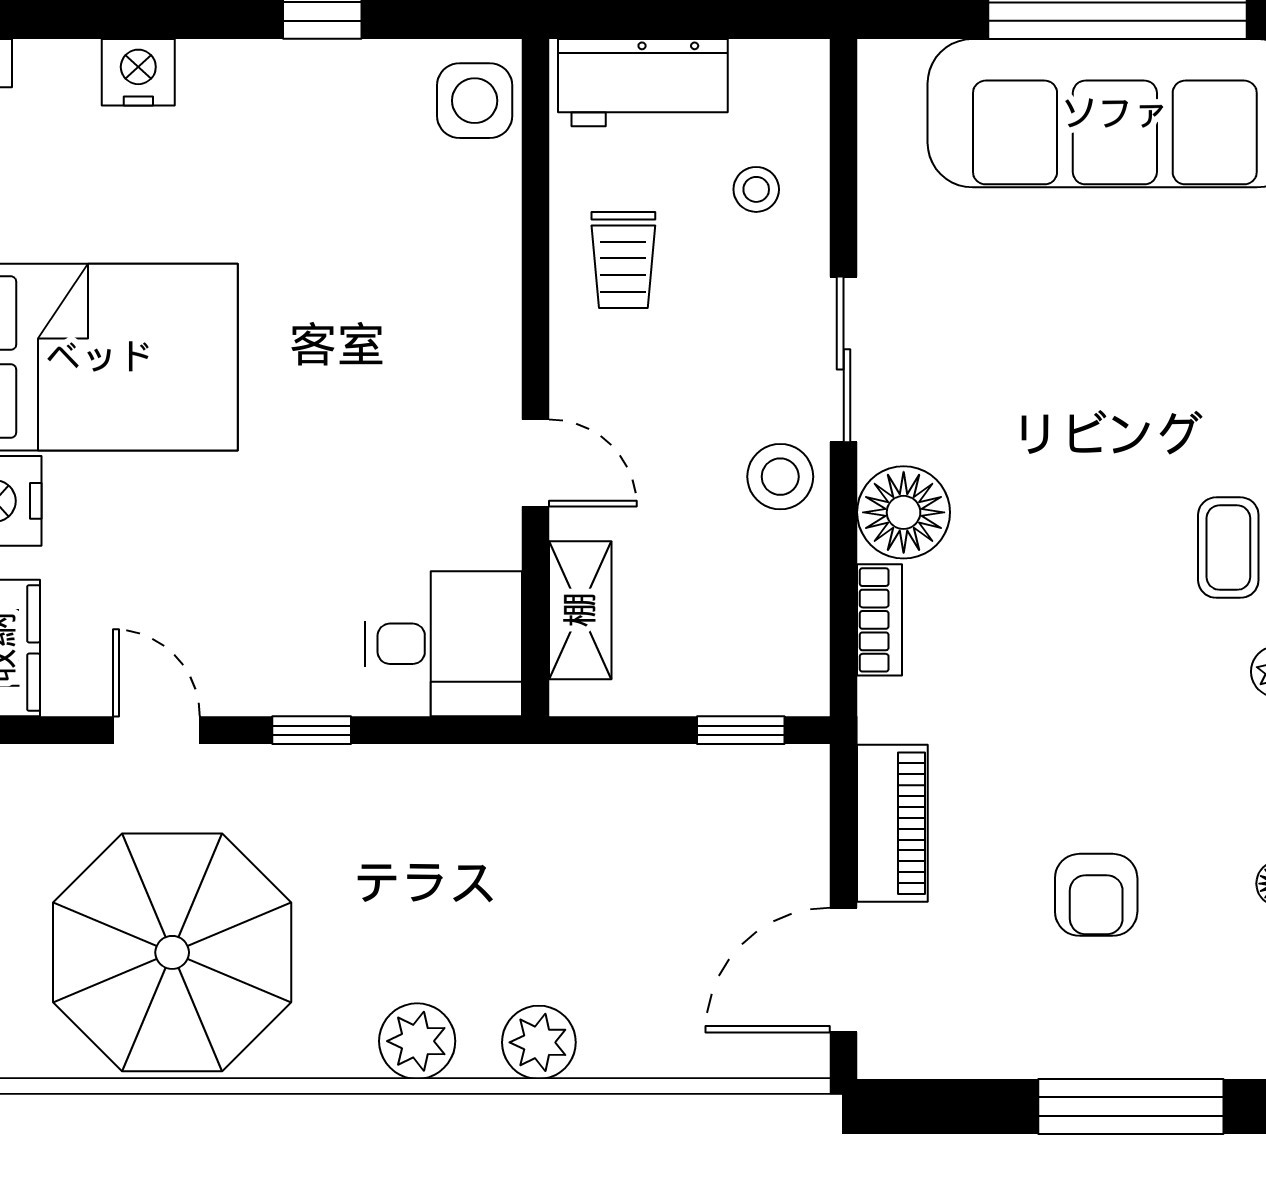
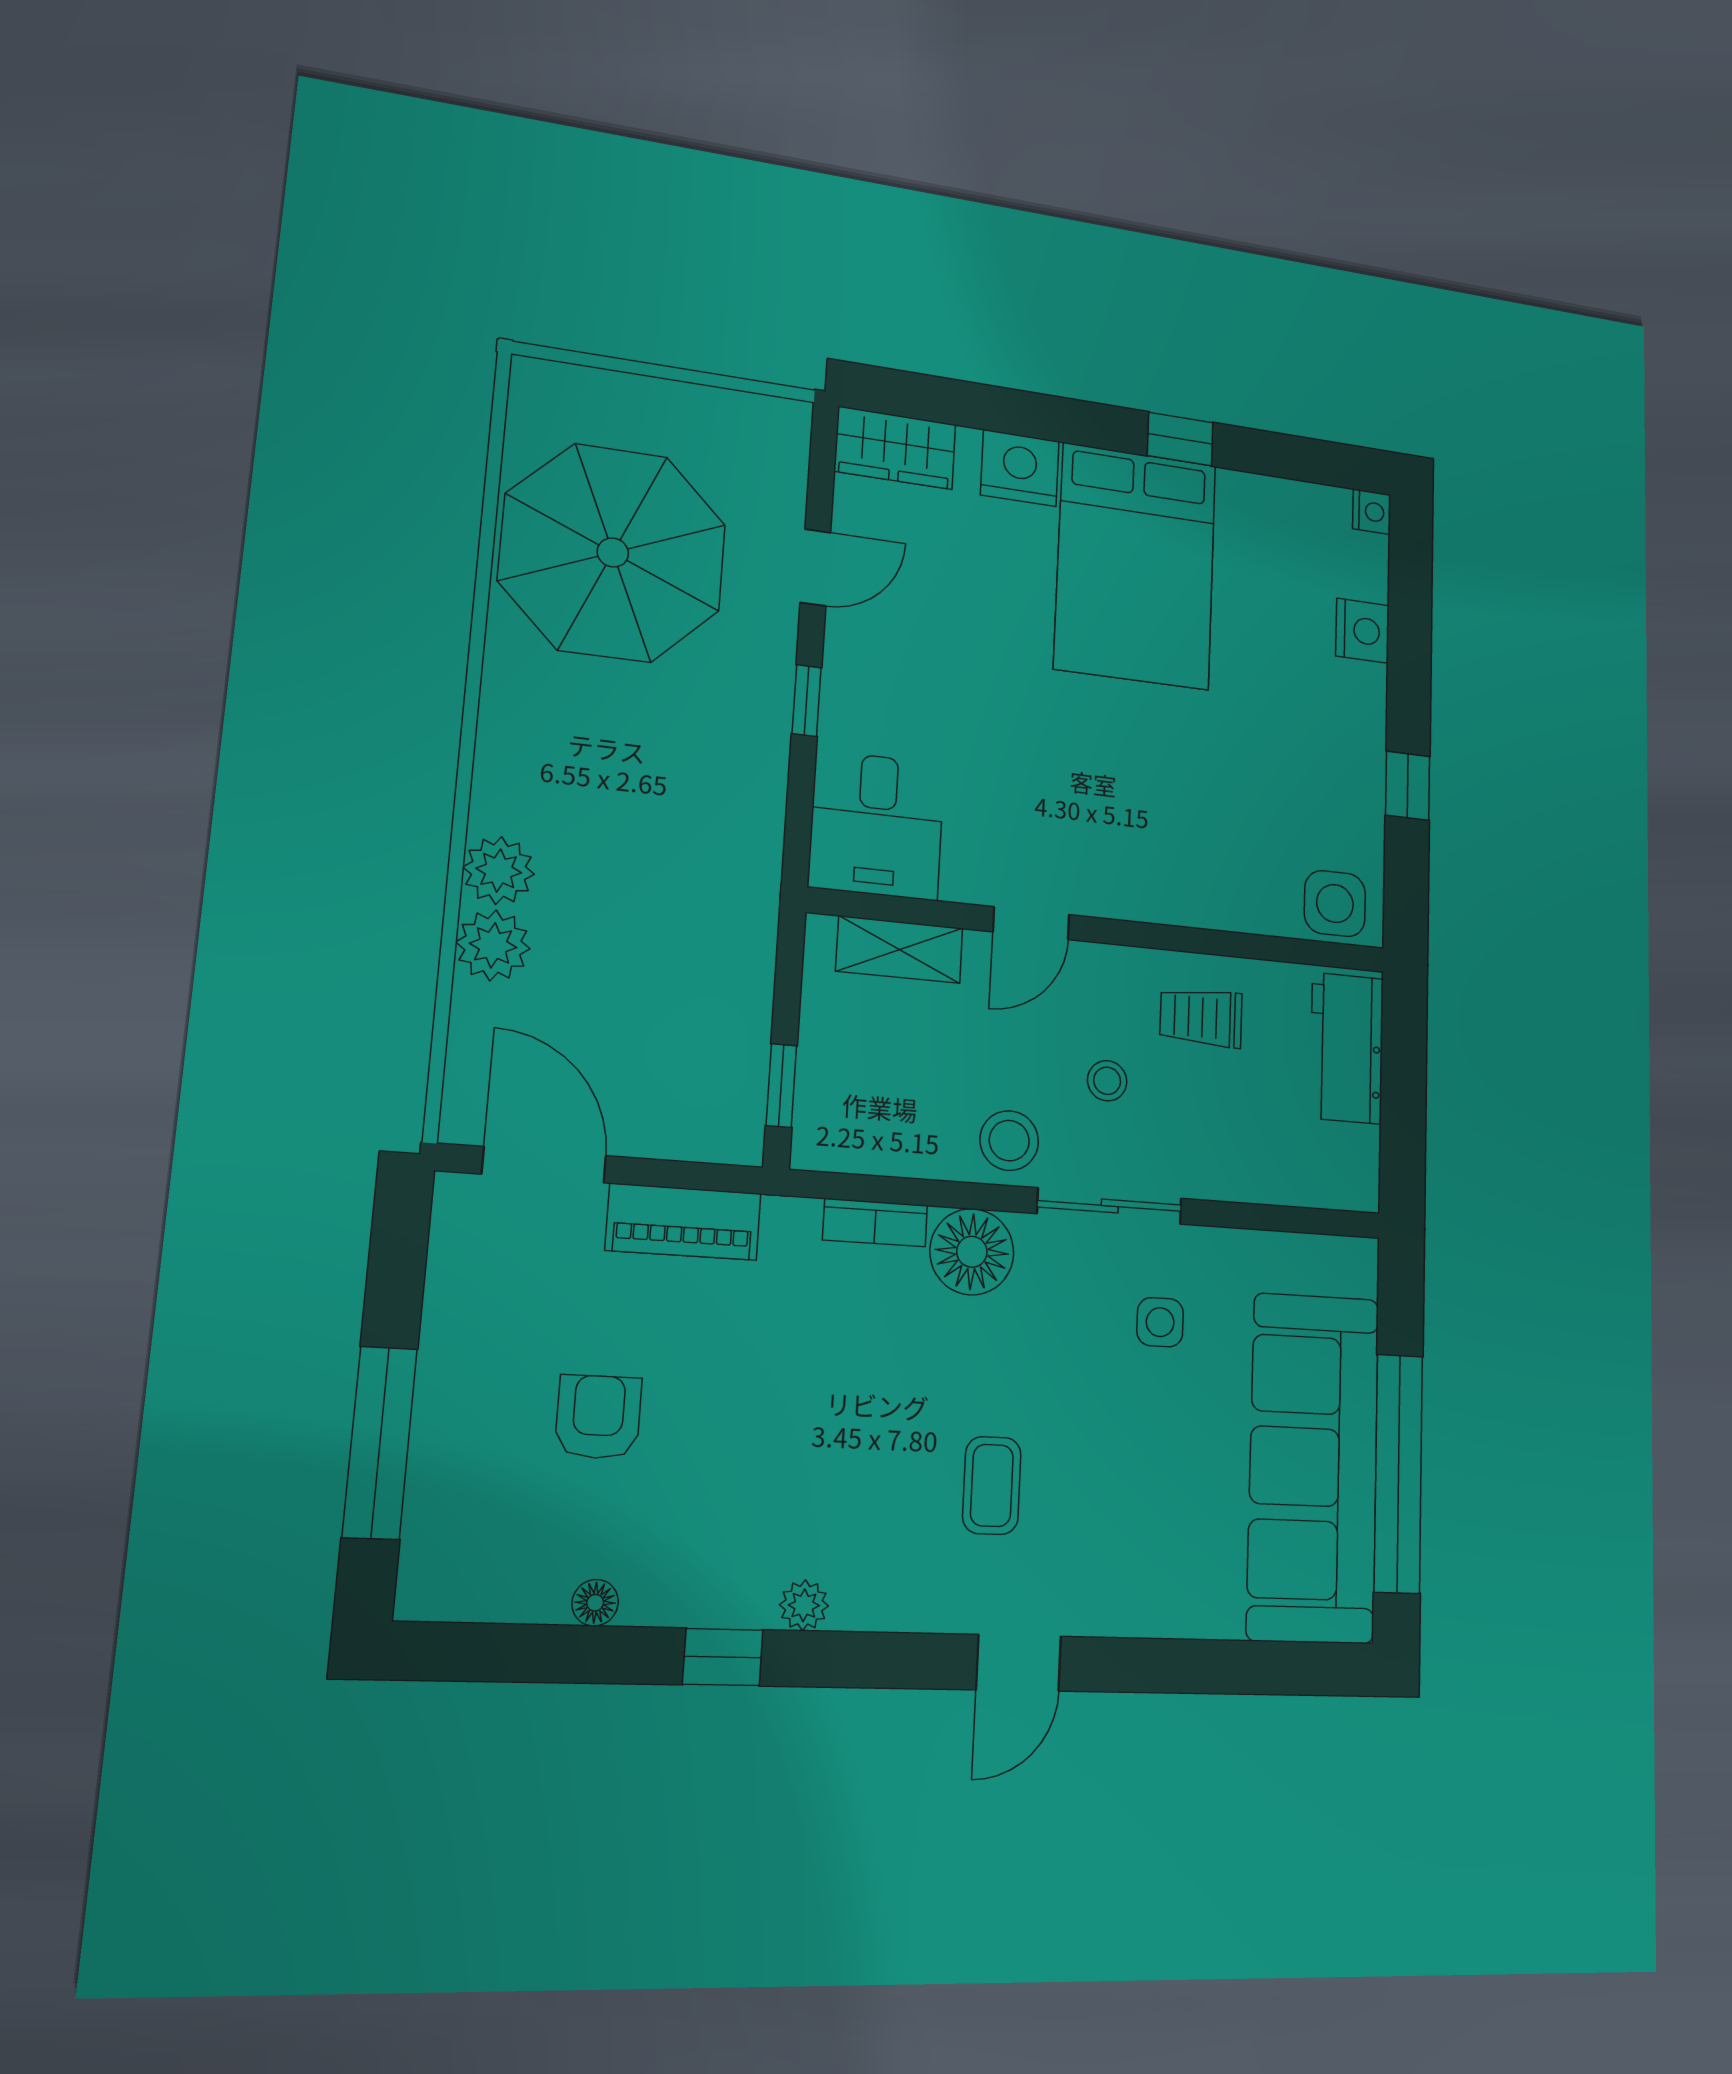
stool: (756, 189) -> (1107, 1081), moved
side table: (967, 297) -> (1160, 1322), added
coffee table: (1228, 548) -> (992, 1485), moved, turned 90
armchair: (1096, 895) -> (598, 1417), turned 90
plant: (417, 1041) -> (493, 945), moved

